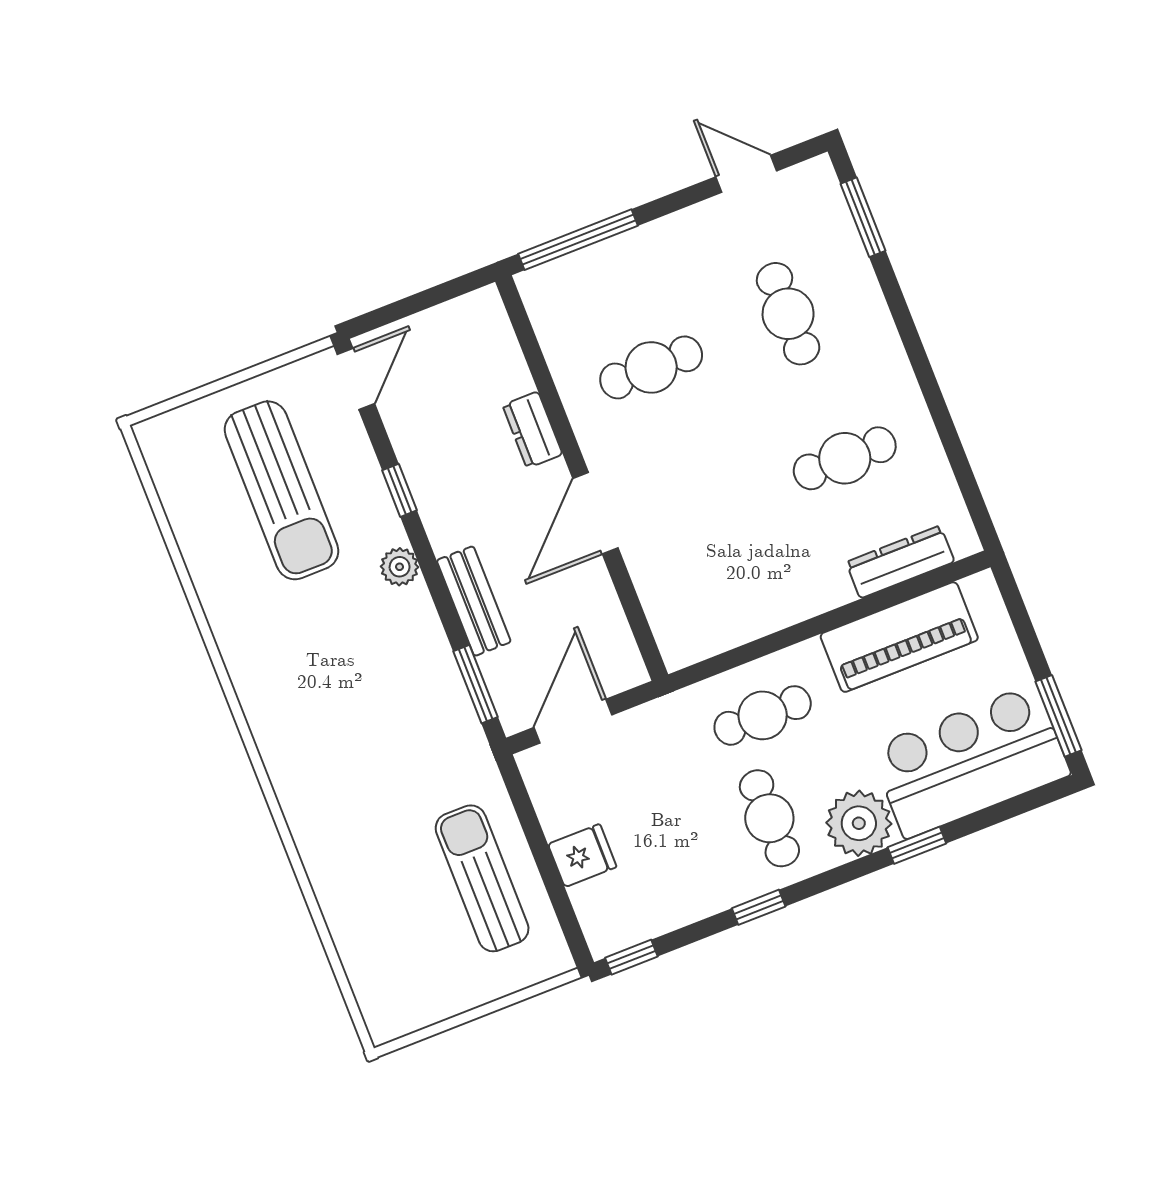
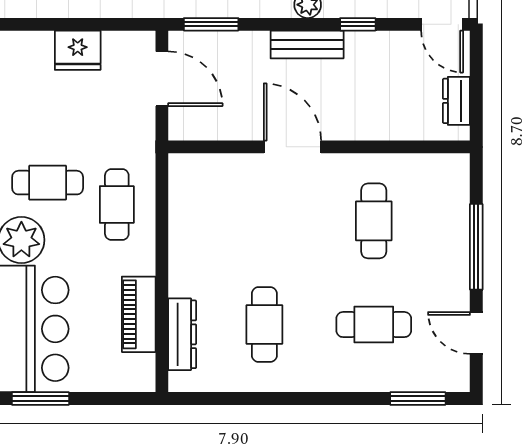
door: (746, 174) -> (476, 333), swing flipped
window: (578, 240) -> (476, 247), moved
dresser: (533, 430) -> (456, 101), moved, turned -90
bench: (474, 601) -> (307, 45), moved
piano: (899, 637) -> (139, 314), width x0.73, depth x0.75
fridge: (582, 856) -> (78, 50), width x1.38

